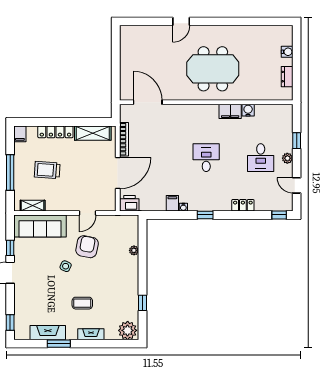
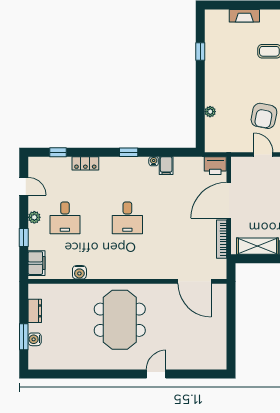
window: (297, 54) -> (24, 337), added
meeting table: (213, 69) -> (120, 320), turned 90
filing cabinet: (230, 111) -> (36, 263), moved, turned 90
desk: (261, 158) -> (65, 218), turned 180
door: (88, 213) -> (263, 154), hinge flipped
window: (279, 215) -> (58, 152), moved
plant: (128, 330) -> (218, 20), removed
fireplace: (91, 334) -> (244, 16), moved

